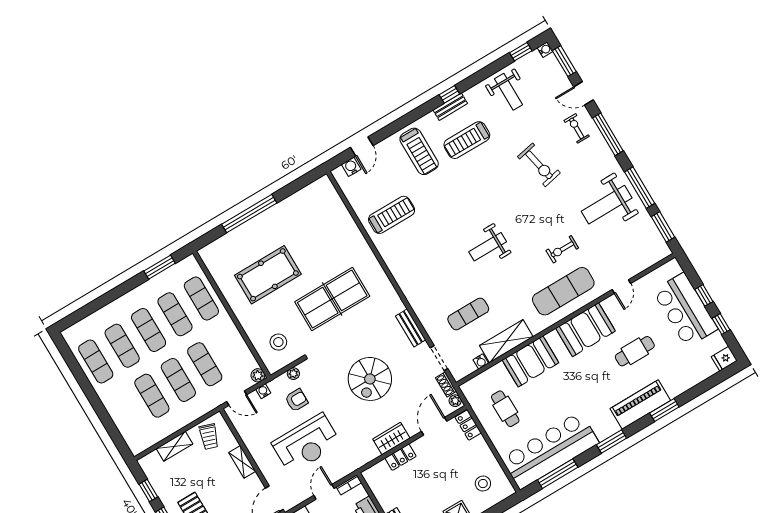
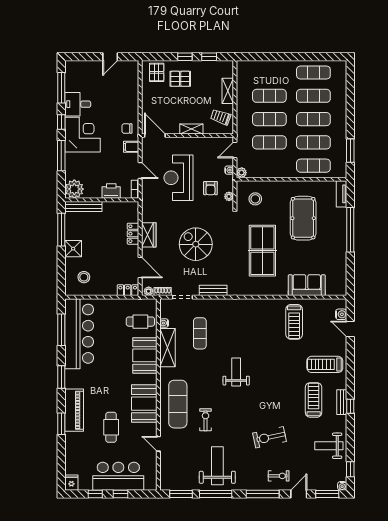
sofa: (341, 225) -> (307, 285), added
tv unit: (214, 248) -> (341, 194), added
cafe table: (505, 409) -> (140, 322), moved

